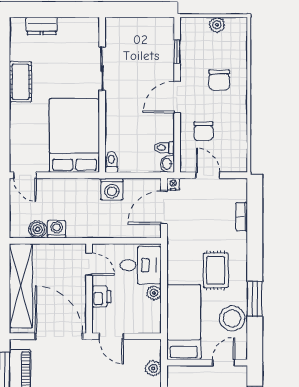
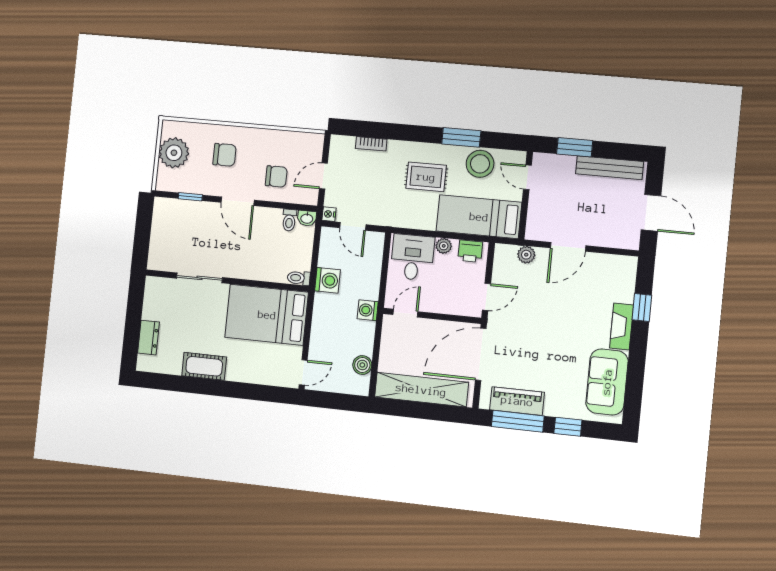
plant: (217, 25) -> (174, 153), width x1.87, depth x1.87
door: (164, 207) -> (353, 226), width x0.73
washing machine: (57, 229) -> (368, 310), moved
printer: (101, 297) -> (470, 251), moved, turned 180

